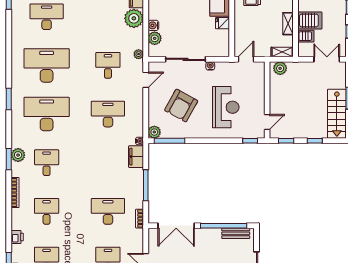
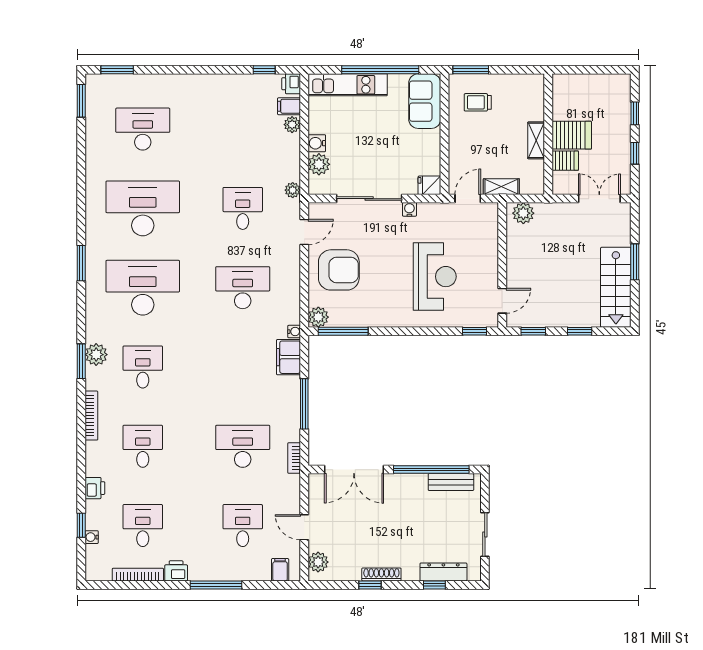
plant: (134, 18) -> (292, 125), width x0.53, depth x0.53
fridge: (223, 23) -> (429, 185), moved
shelving: (282, 52) -> (501, 187), moved
armchair: (181, 106) -> (339, 270), moved, turned -119

